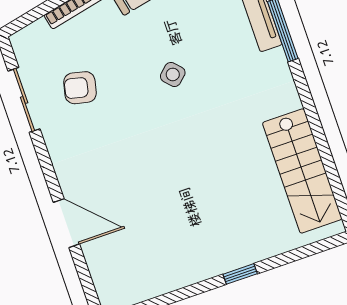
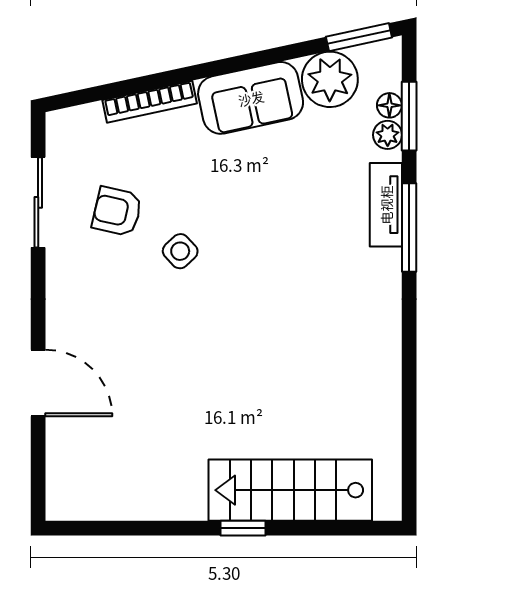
side table: (173, 74) -> (180, 251), moved
stairs: (302, 171) -> (290, 490), moved, turned 90

